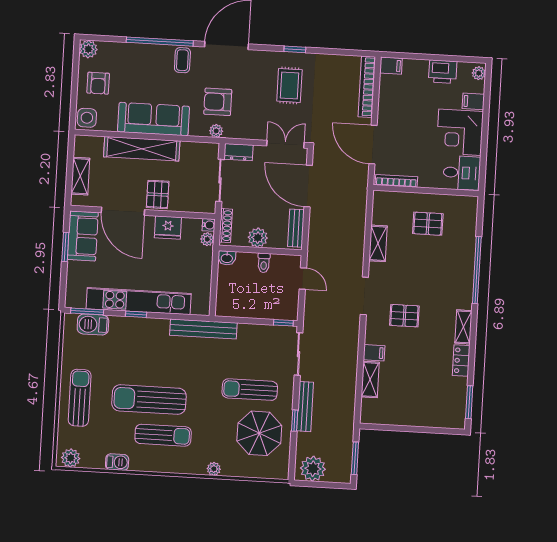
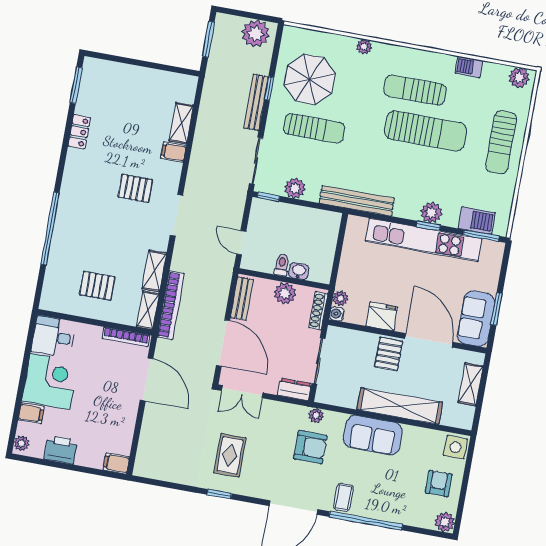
bookcase: (367, 87) -> (171, 305), moved
sofa: (153, 119) -> (373, 435), width x0.73
washbasin: (227, 258) -> (299, 271), moved
plant: (135, 327) -> (431, 213), added
shelving: (463, 327) -> (148, 310), moved
plant: (260, 333) -> (295, 188), added

